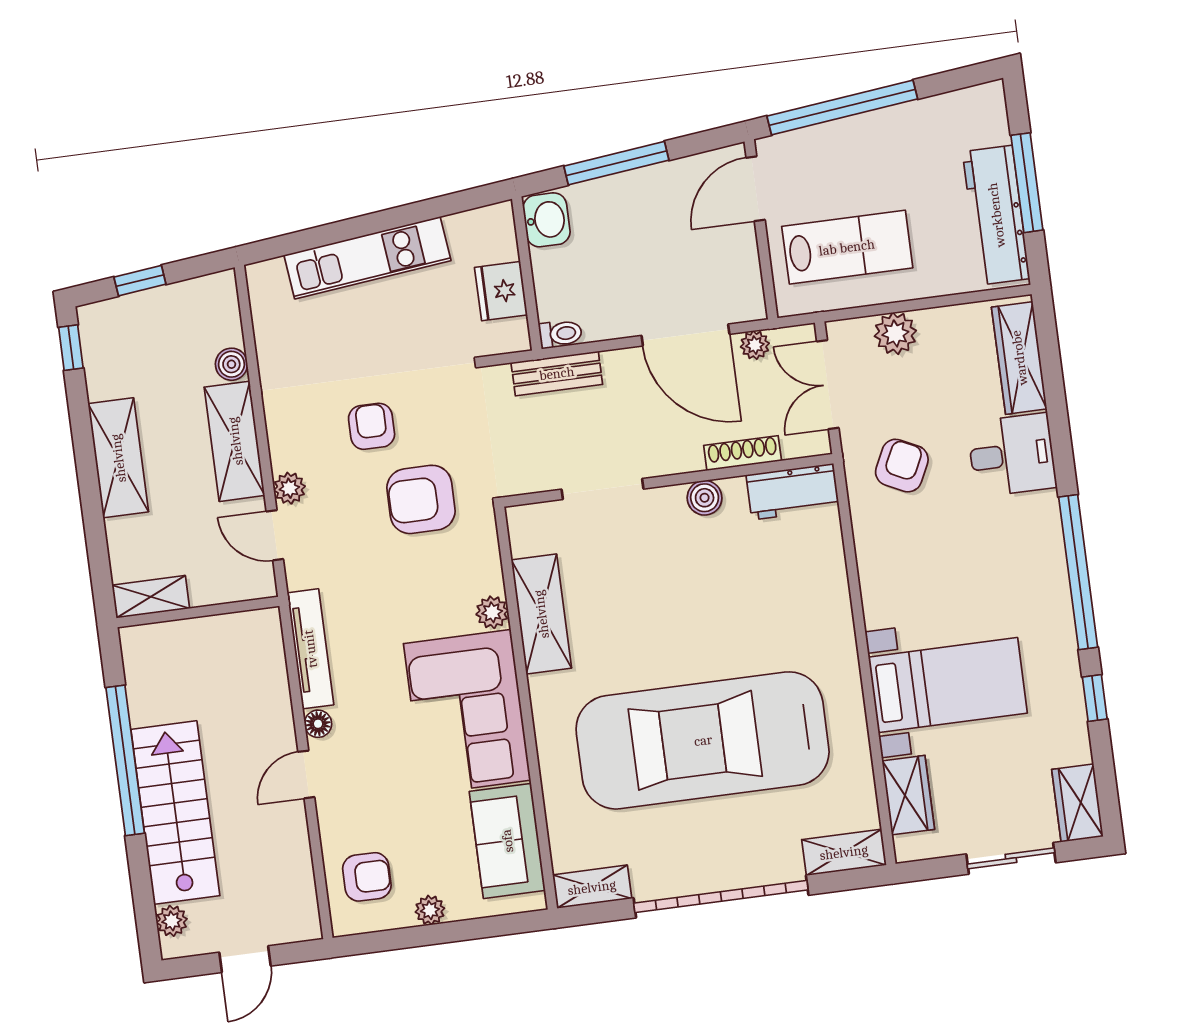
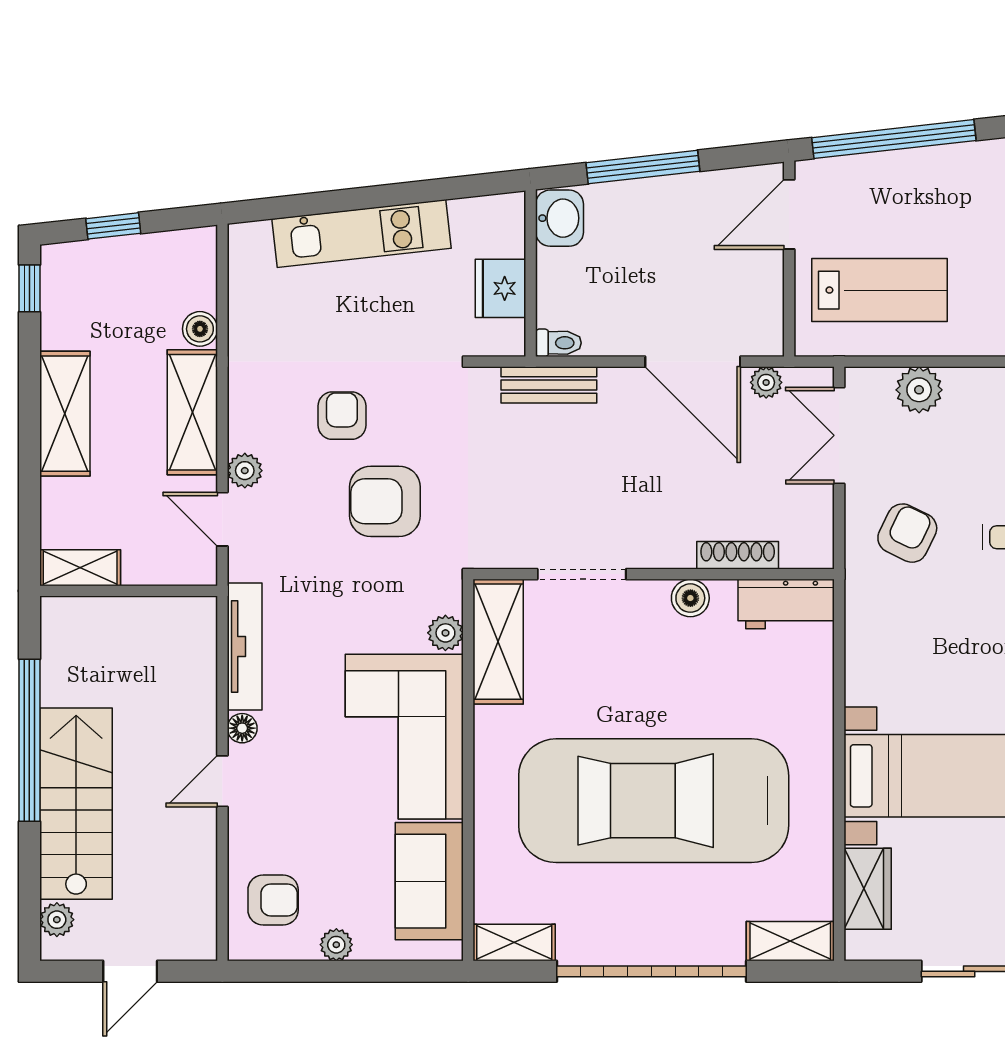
shoe rack: (743, 453) -> (738, 555), moved
wall: (668, 480) -> (654, 574), moved
doorway: (603, 489) -> (582, 574), moved
workbench: (793, 492) -> (786, 604), moved
boiler: (705, 498) -> (690, 598), moved

